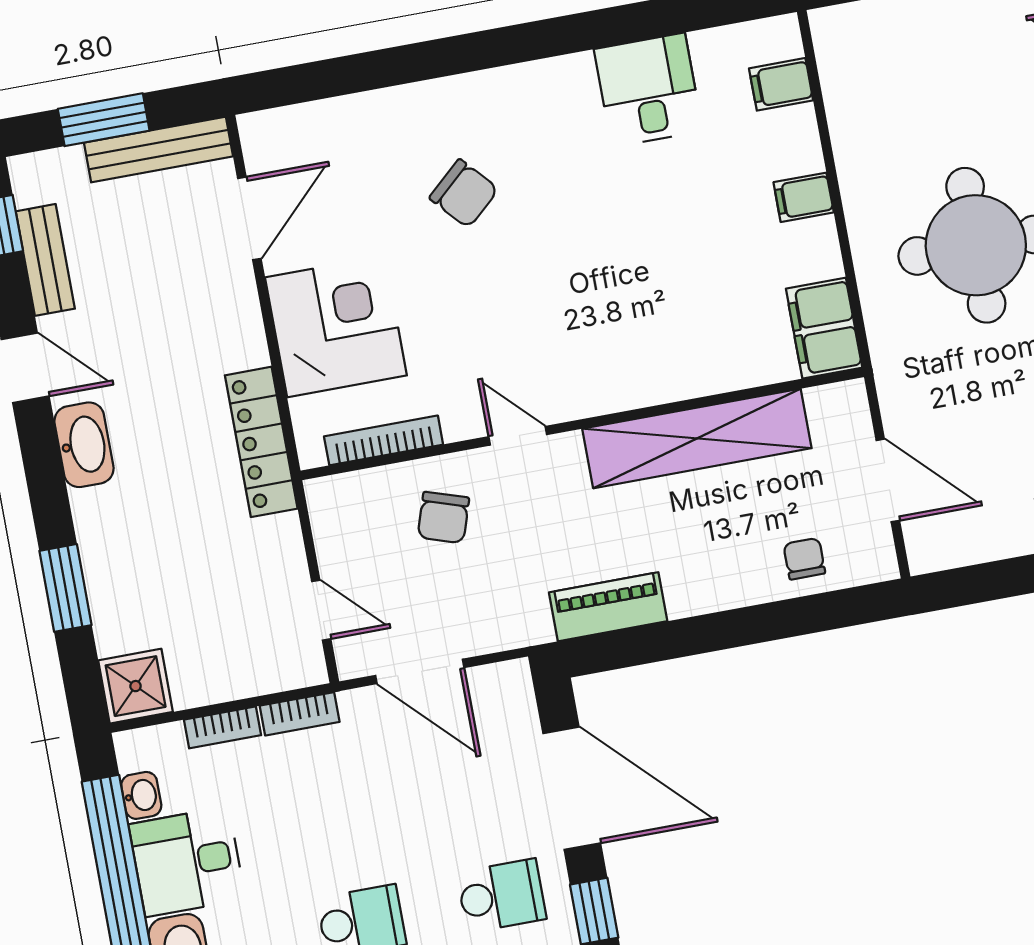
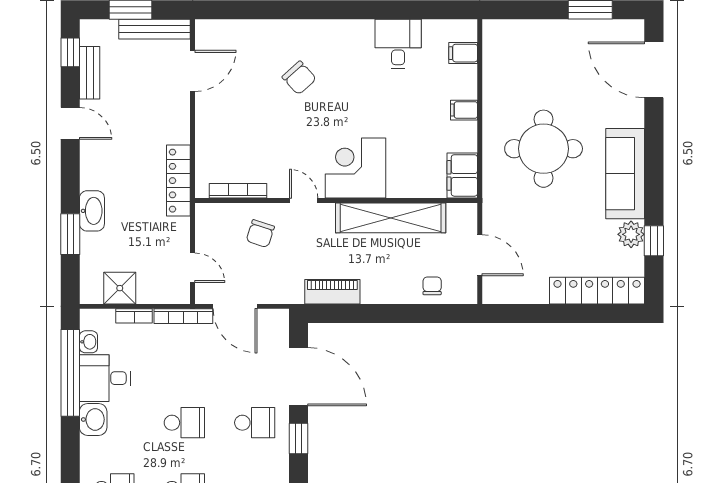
corner desk: (336, 326) -> (356, 168), moved, turned -90
washbasin: (84, 445) -> (92, 211), moved
shower: (136, 686) -> (120, 288), moved
bookcase: (300, 714) -> (183, 316), width x1.56

